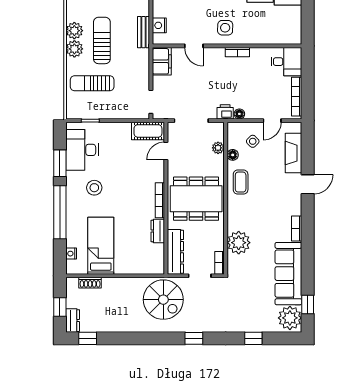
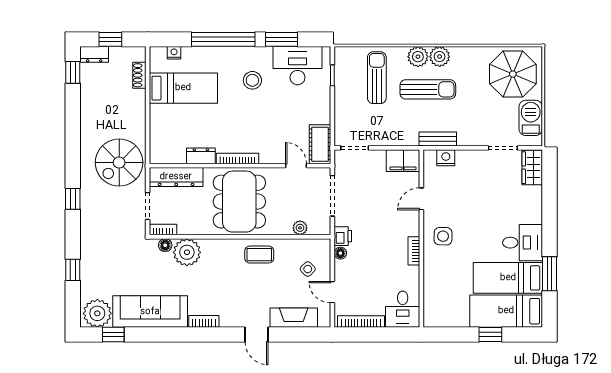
floor lamp: (233, 155) -> (165, 245), moved

